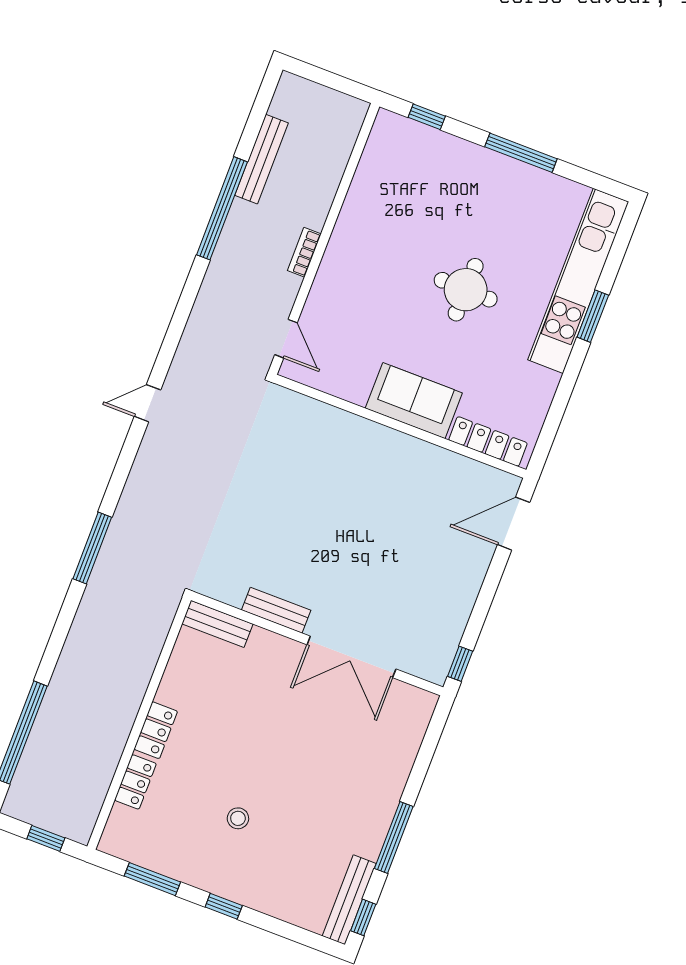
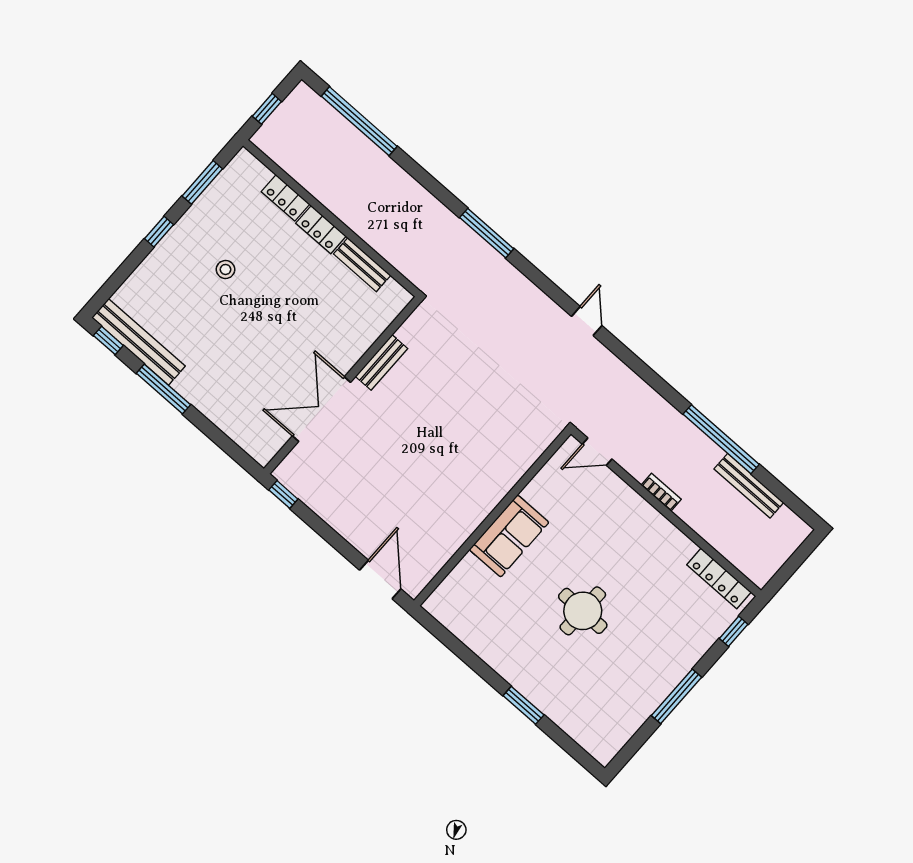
kitchen unit: (578, 281) -> (556, 704), removed
locker: (488, 441) -> (719, 578), moved, turned 90
bench: (217, 624) -> (362, 265), moved, turned 90
bench: (349, 900) -> (138, 342), width x1.37, depth x1.21

